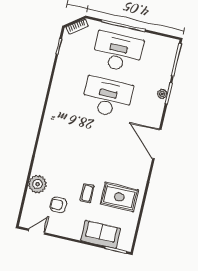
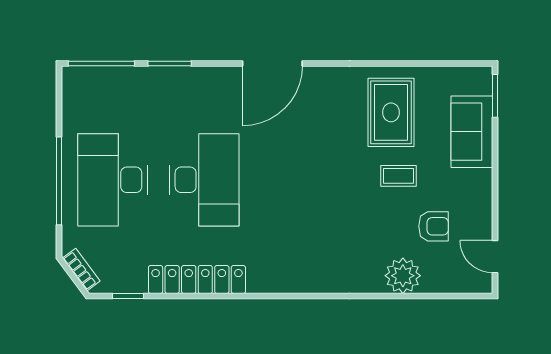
locker: (59, 82) -> (197, 280), added
plant: (162, 94) -> (173, 76), removed
desk: (107, 97) -> (204, 180), turned 180
armchair: (58, 205) -> (433, 226), turned -90

